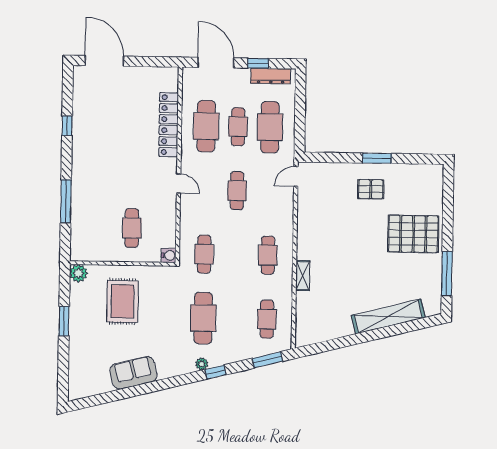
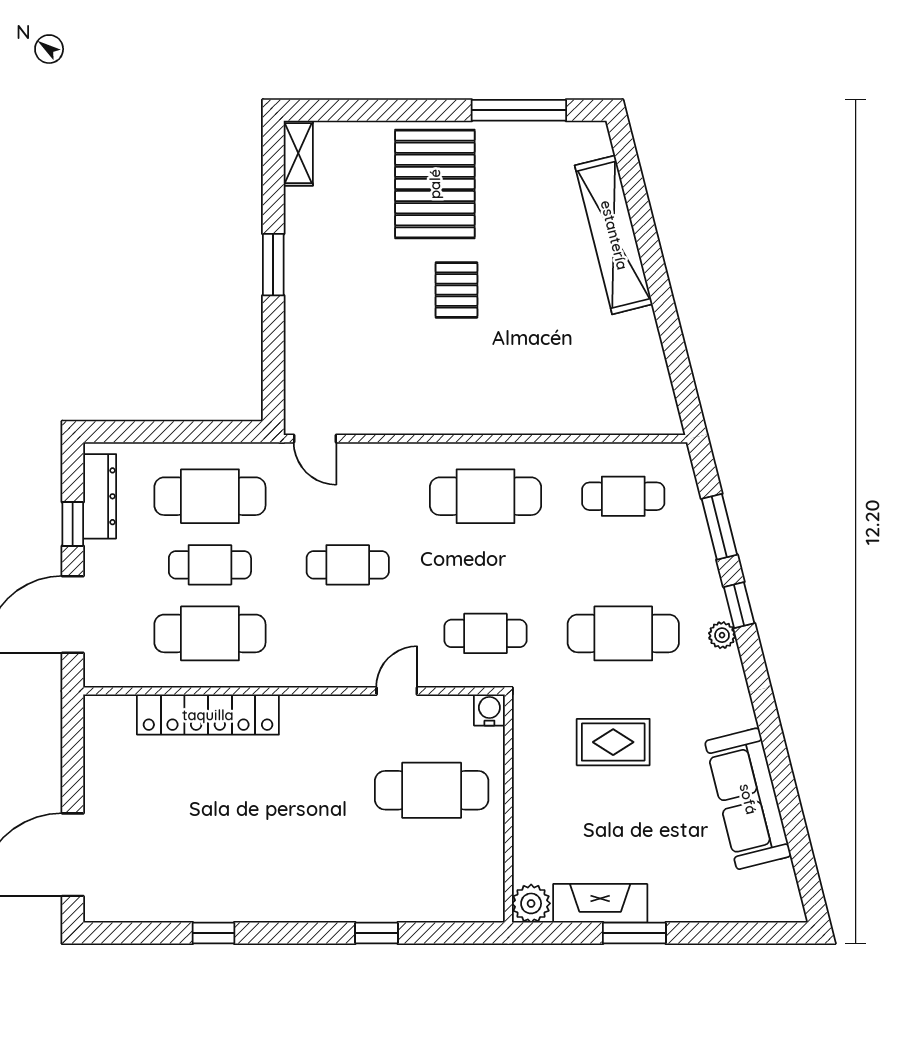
door: (179, 183) -> (397, 691), moved
pallet: (371, 189) -> (456, 290), moved
window: (66, 201) -> (377, 933), width x0.46
cafe table: (132, 228) -> (432, 790), width x1.37, depth x1.35
cafe table: (268, 255) -> (485, 496), width x1.37, depth x1.35
shelving: (303, 276) -> (298, 153), moved, turned 90
rug: (123, 301) -> (613, 742), moved, width x0.73, depth x0.70
fireplace: (78, 305) -> (600, 903), added
window: (267, 360) -> (719, 527), moved
sofa: (133, 373) -> (748, 799), width x1.36

